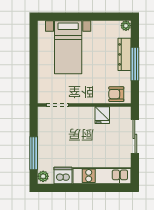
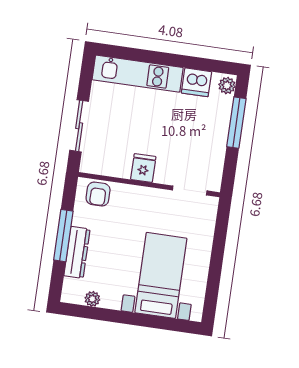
plant: (126, 26) -> (92, 299), moved
armchair: (116, 94) -> (98, 194), turned 90
fridge: (102, 115) -> (143, 168), moved

